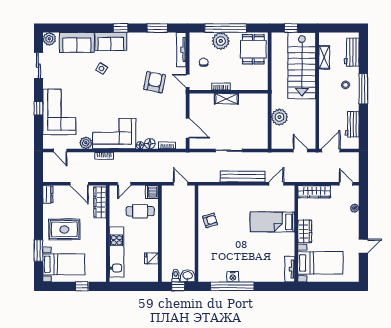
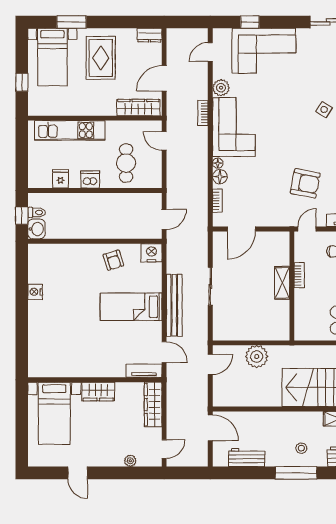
window: (38, 108) -> (250, 22), moved
door: (300, 151) -> (210, 364), moved
dishwasher: (152, 192) -> (90, 179), moved
nightstand: (205, 193) -> (152, 253), added
bed: (272, 222) -> (131, 307), moved, turned -90
tv unit: (290, 269) -> (144, 371), moved
window: (232, 286) -> (22, 291), removed

